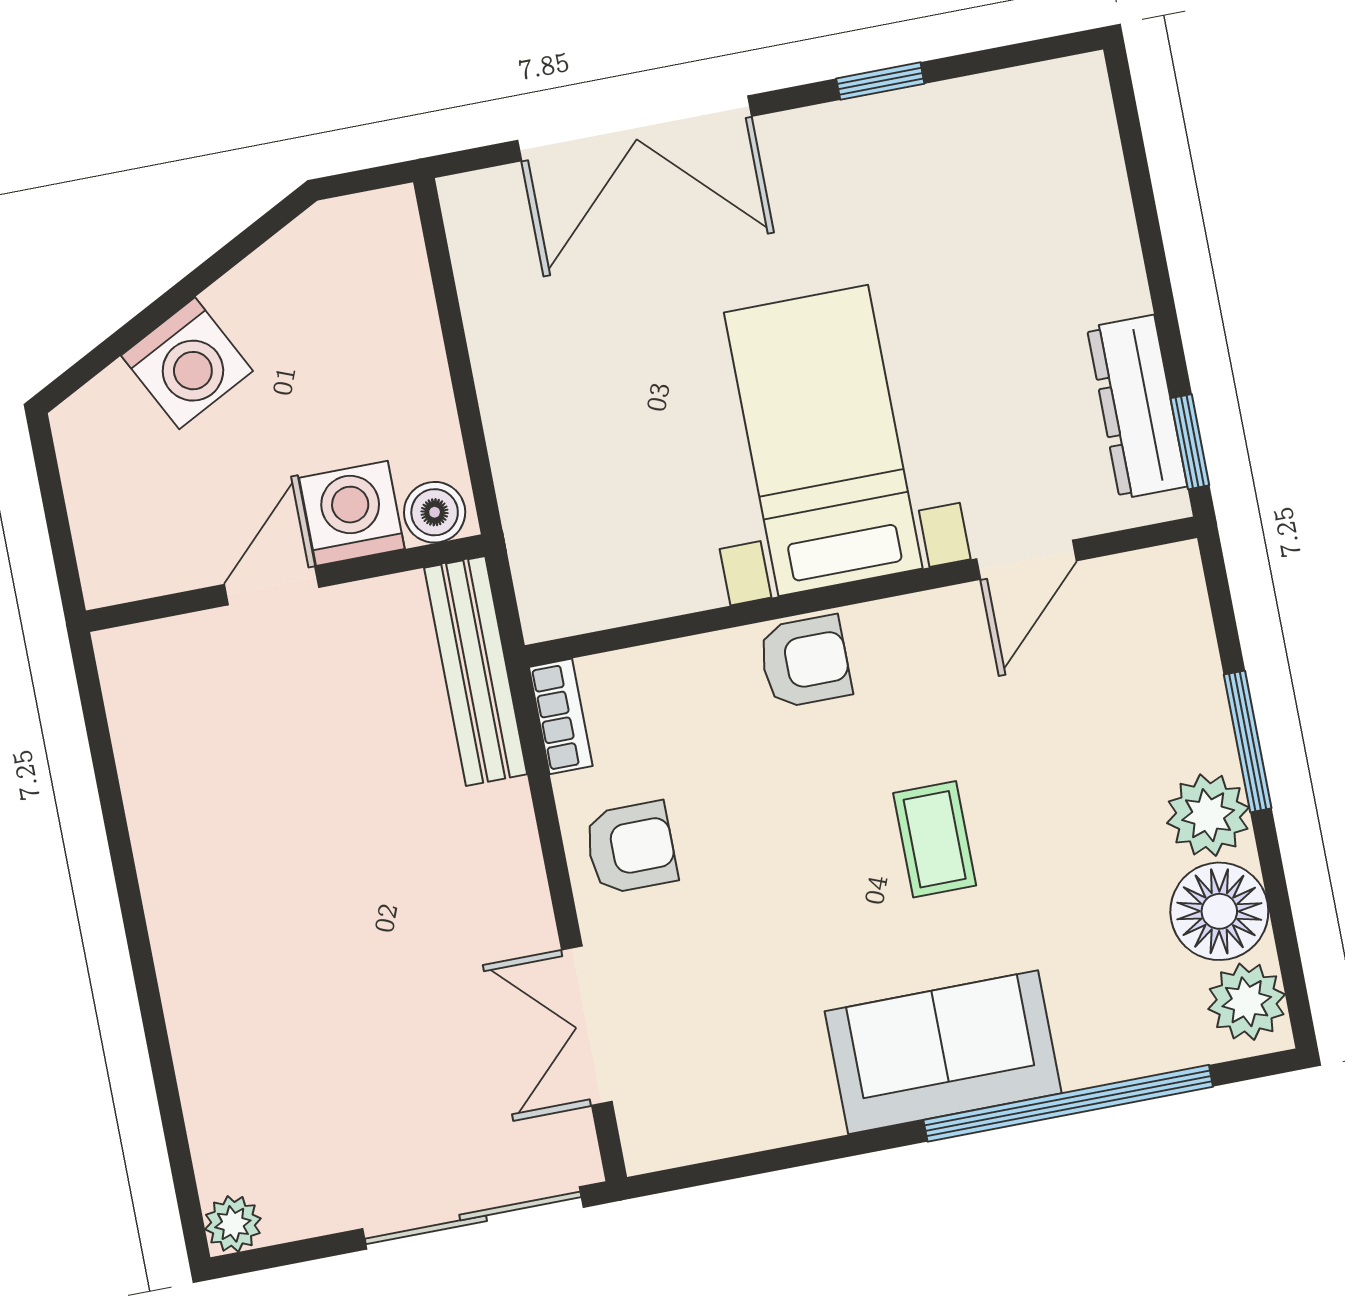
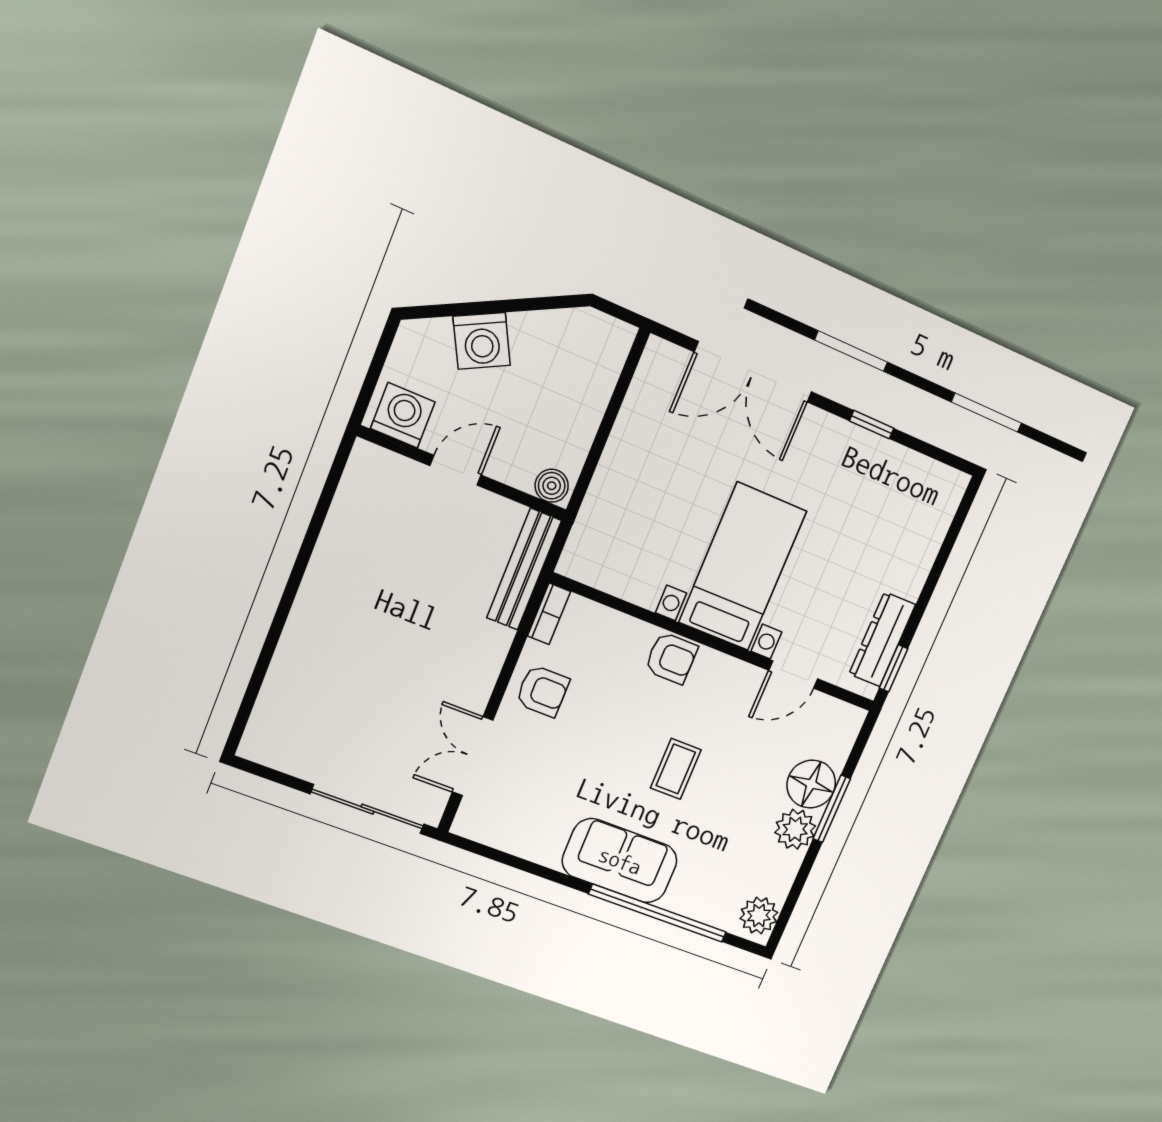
washing machine: (352, 513) -> (403, 415), moved
floor lamp: (1219, 911) -> (811, 784), moved
plant: (233, 1224) -> (255, 747), removed

